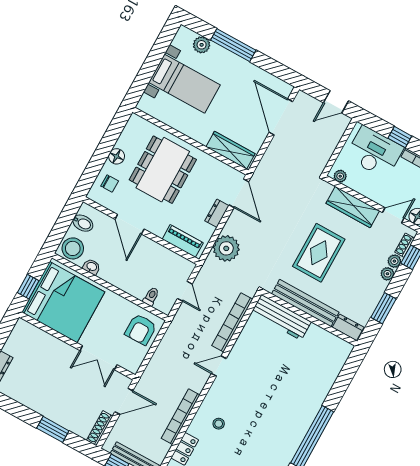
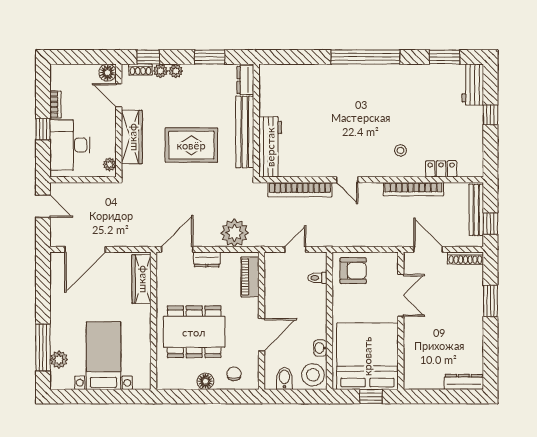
window: (233, 45) -> (43, 347), moved

